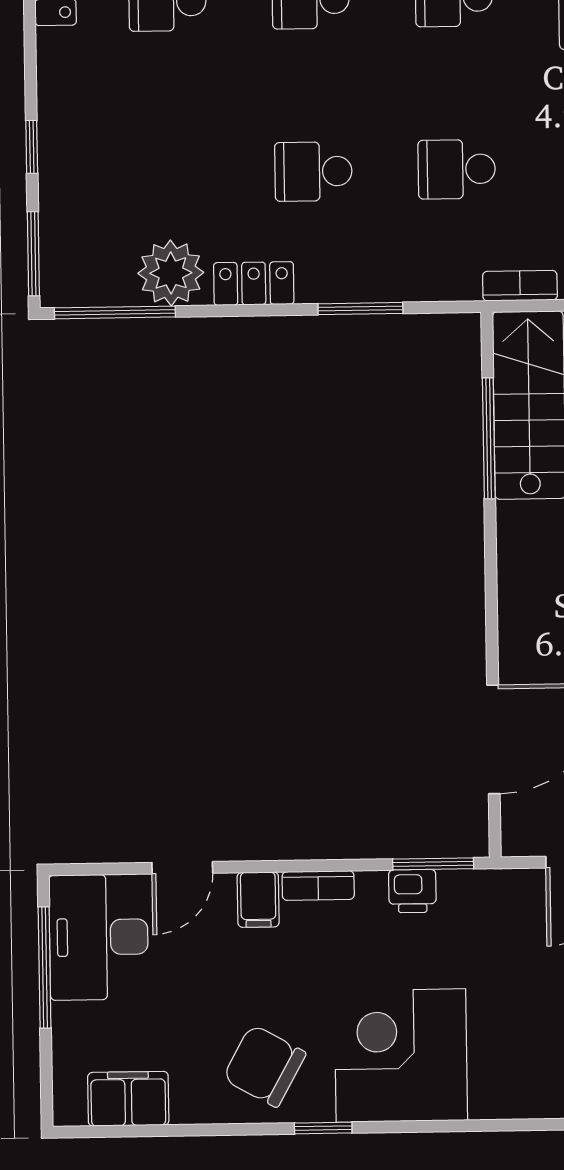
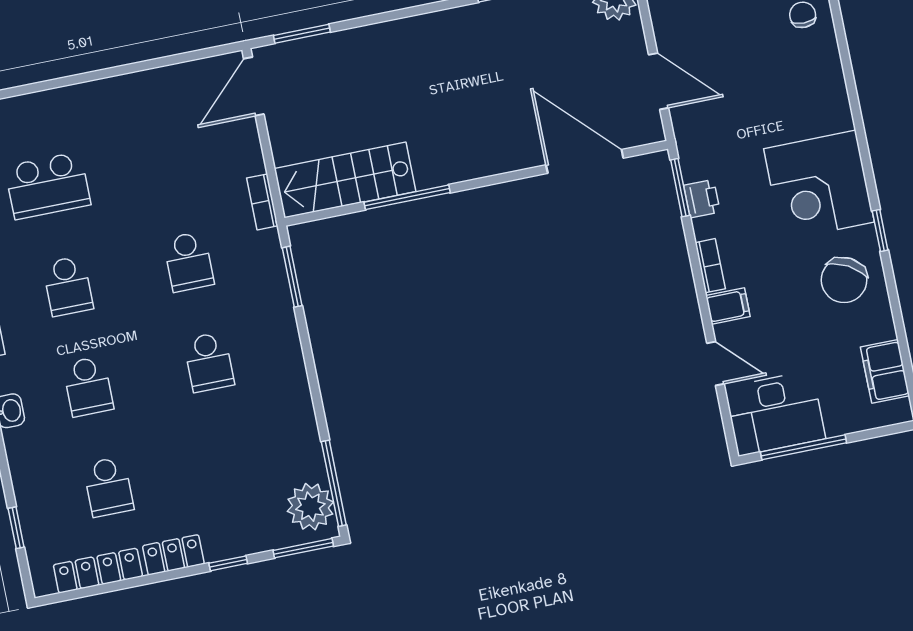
plant: (171, 273) -> (310, 507), moved
locker: (254, 283) -> (173, 555), moved, turned 90
window: (360, 309) -> (292, 277), moved
window: (489, 438) -> (407, 197), moved

